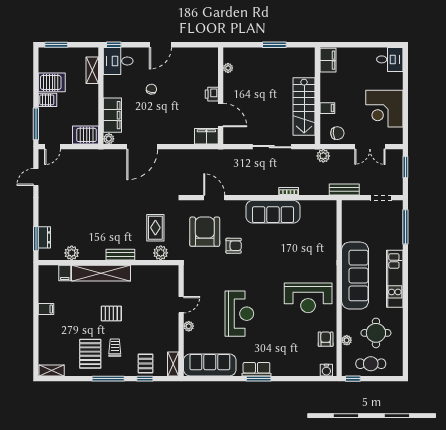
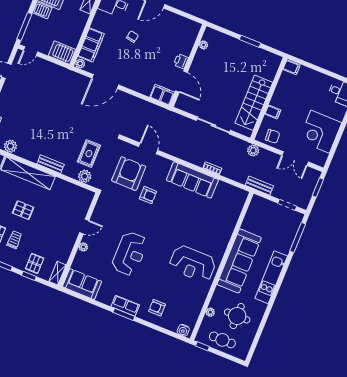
filing cabinet: (328, 60) -> (292, 67), width x0.50
armchair: (326, 339) -> (157, 308), moved, turned -90
sofa: (210, 365) -> (82, 284), width x0.73

